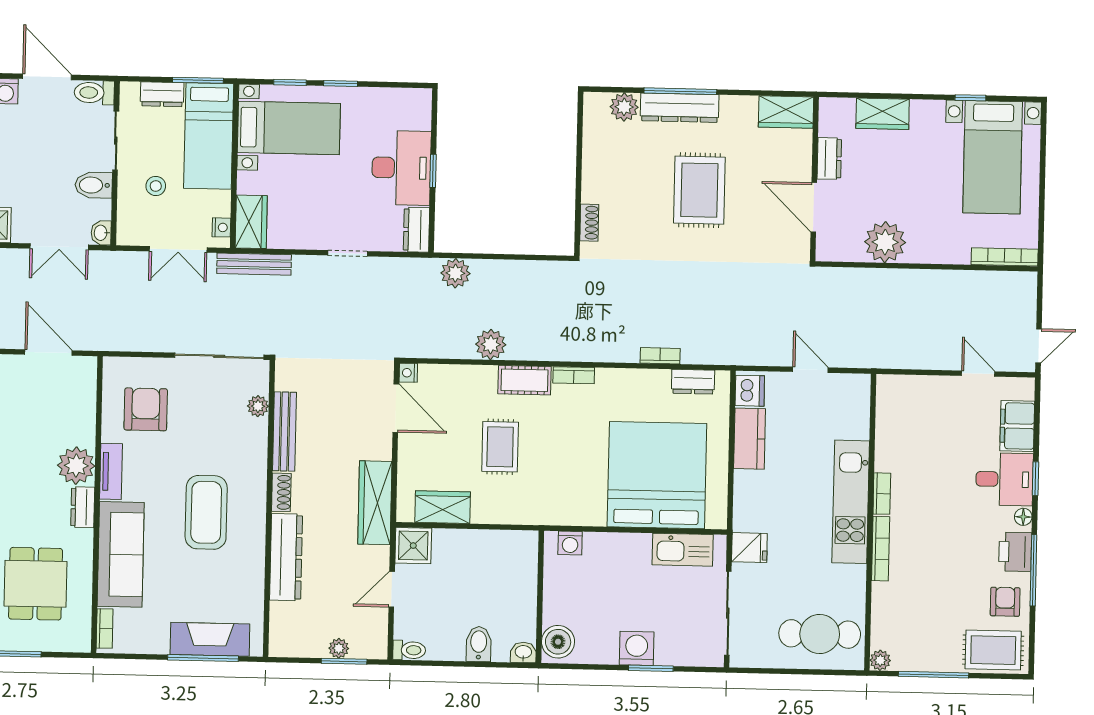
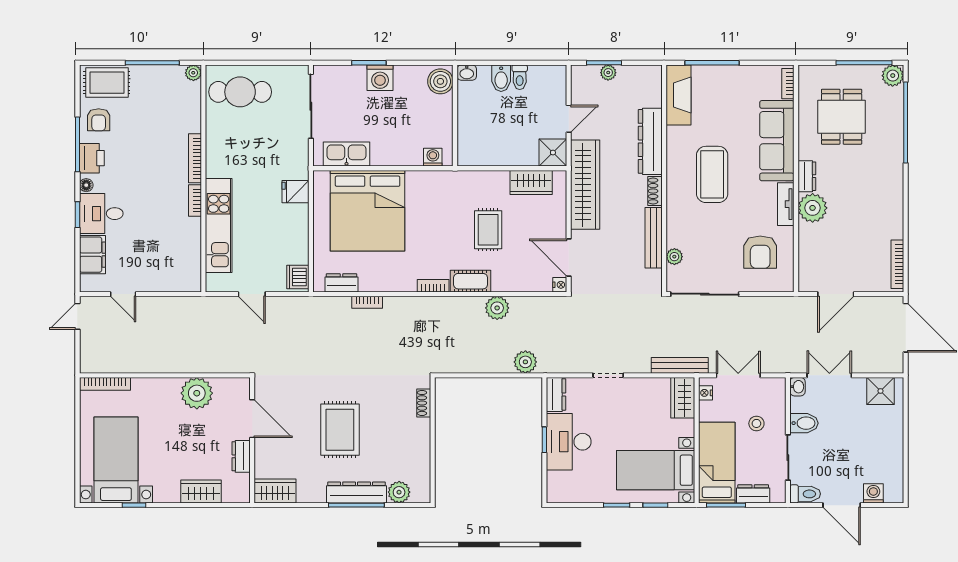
door: (48, 352) -> (836, 294), hinge flipped
kitchen counter: (750, 439) -> (297, 240), removed
kitchen unit: (851, 502) -> (219, 225), moved
wardrobe: (375, 503) -> (585, 185), width x1.40, depth x1.17
fridge: (749, 548) -> (295, 192), moved
fireplace: (210, 639) -> (679, 95), moved, turned -90
toilet: (409, 650) -> (520, 77), moved, turned -90

